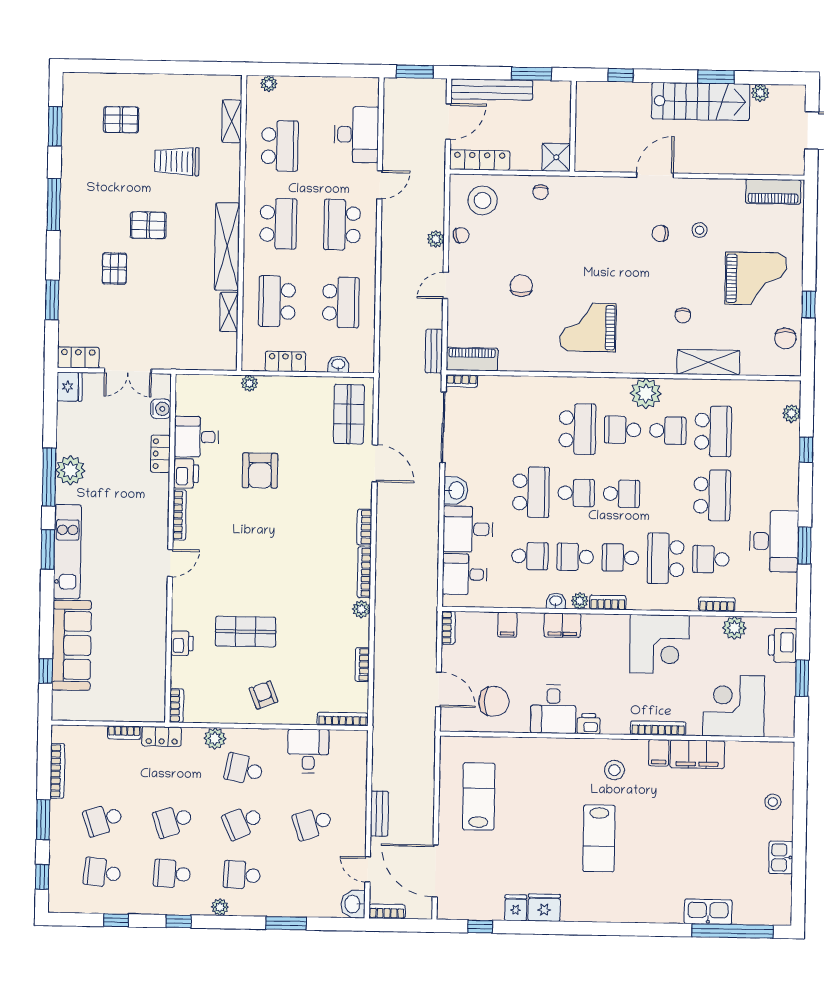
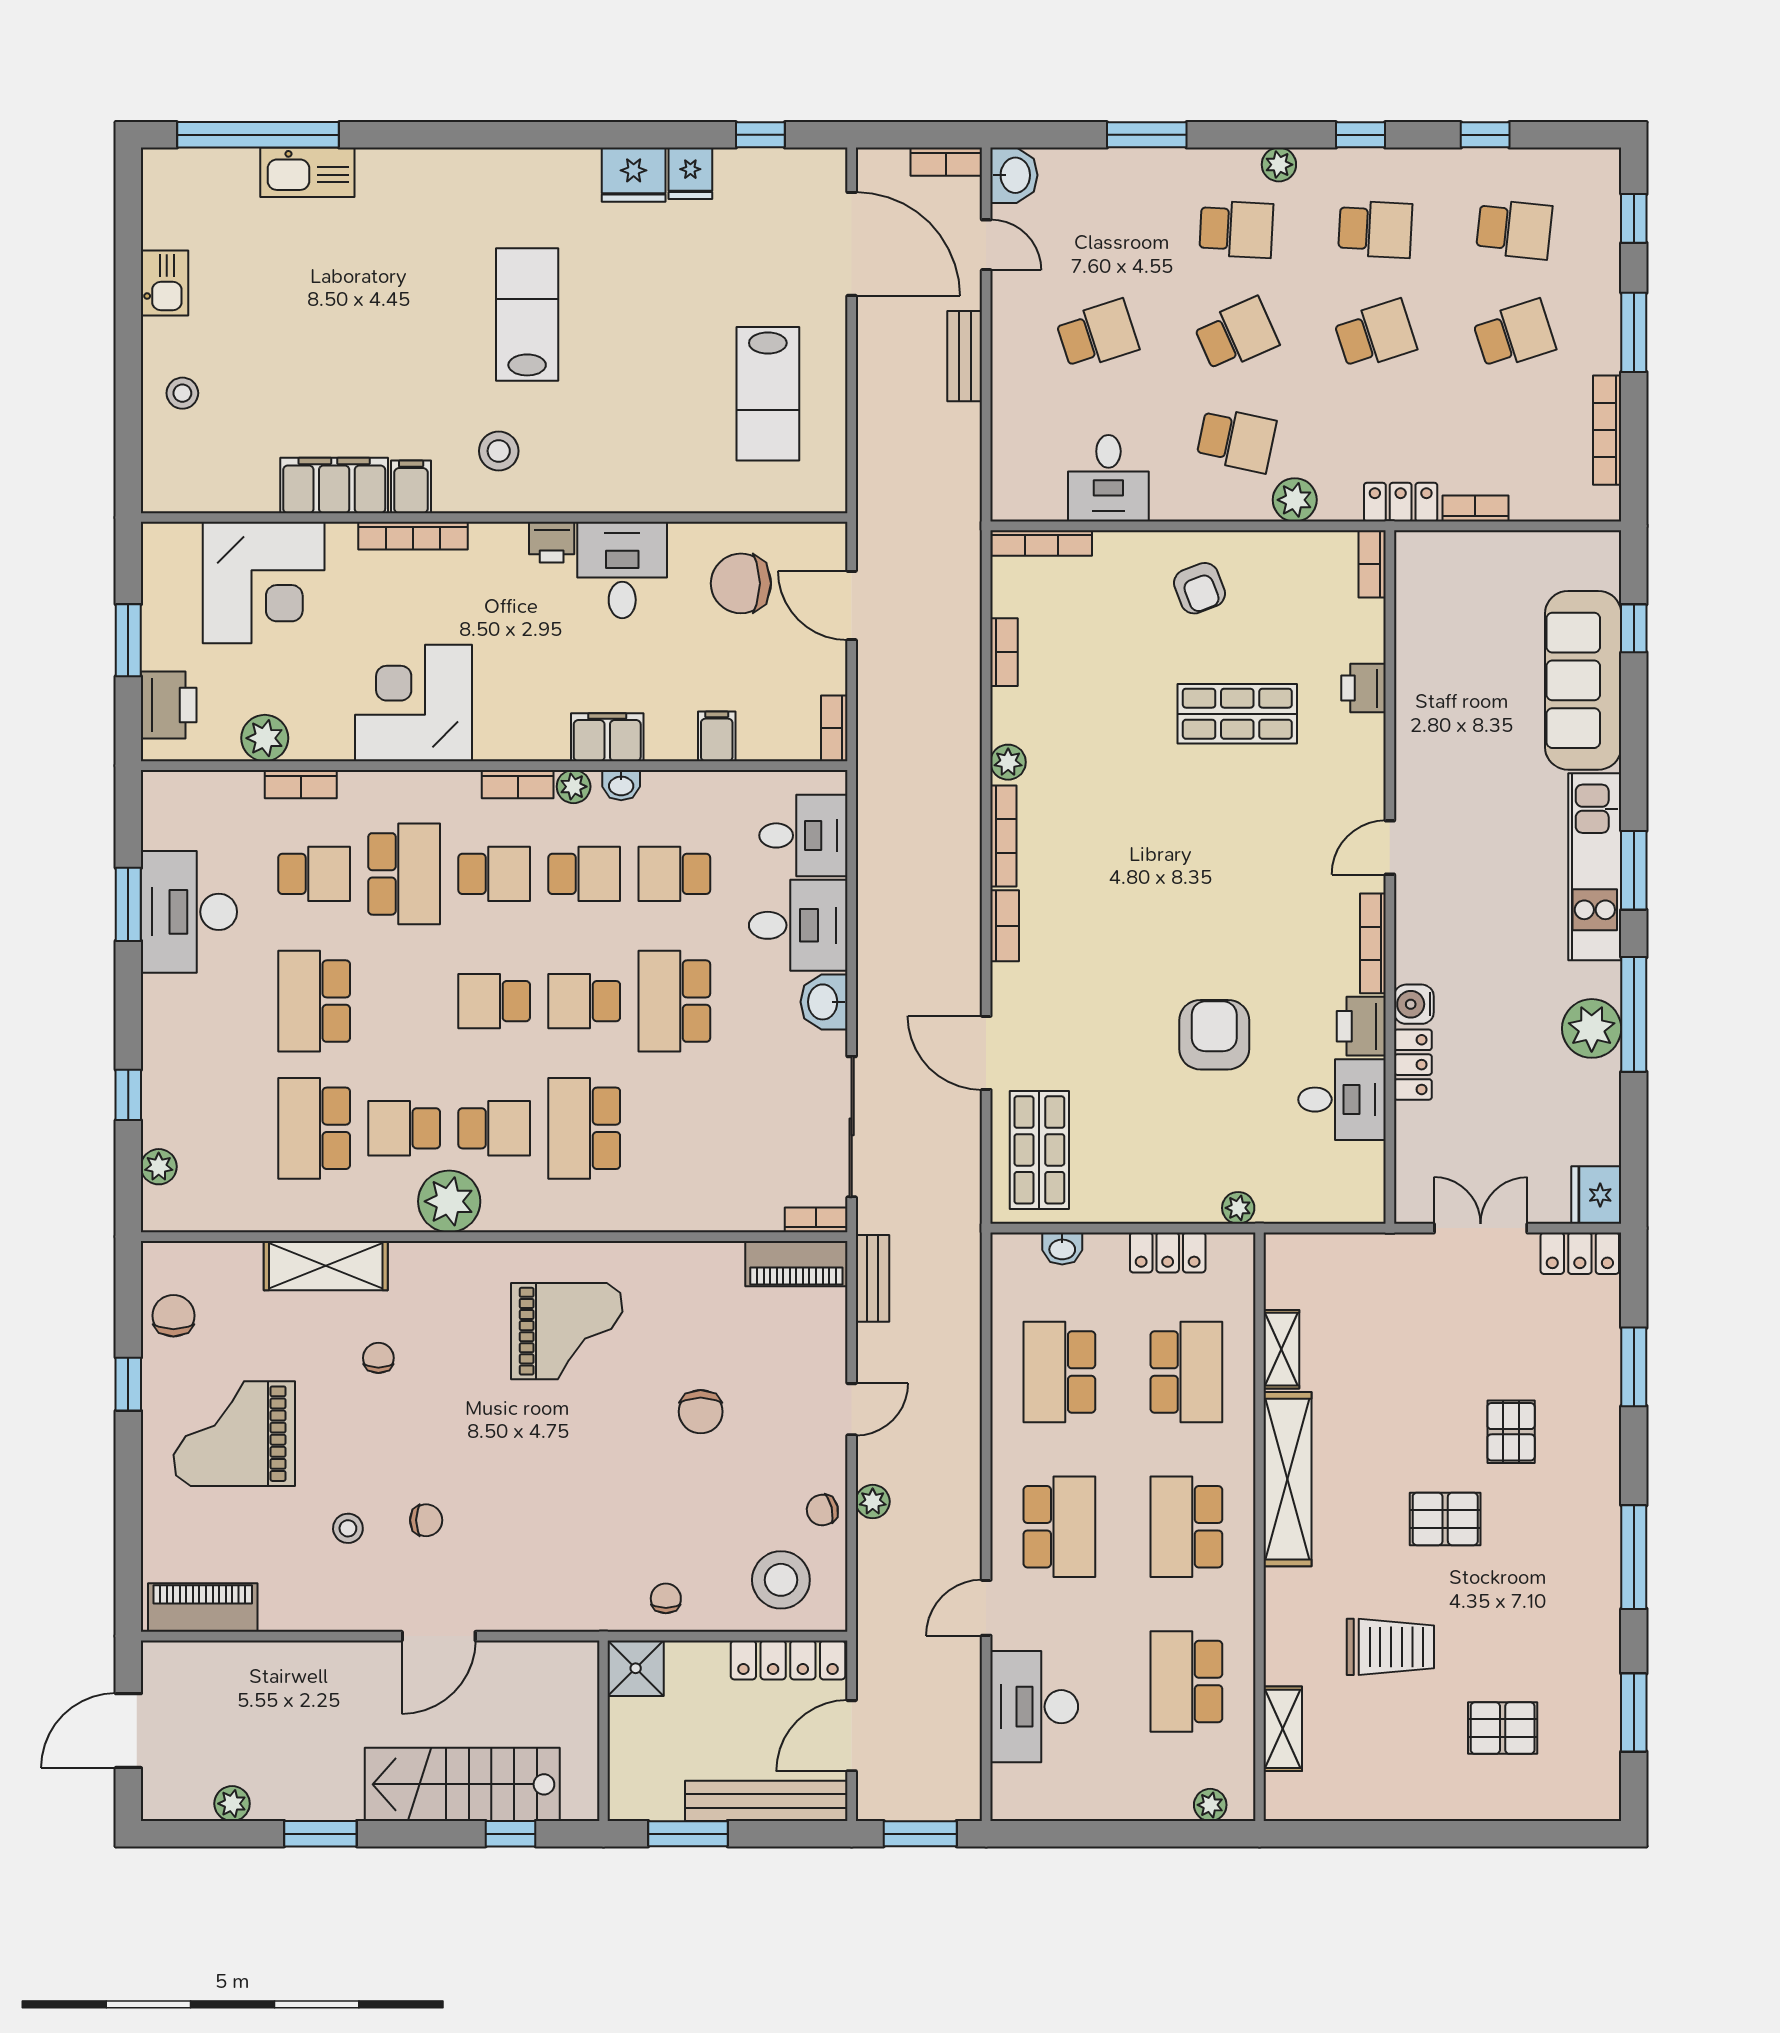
stairs: (701, 101) -> (462, 1784), moved
water cooler: (161, 409) -> (1414, 1004), moved

